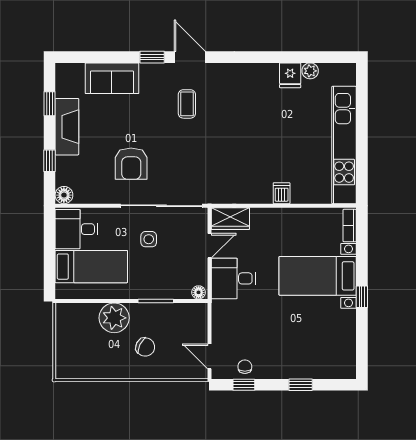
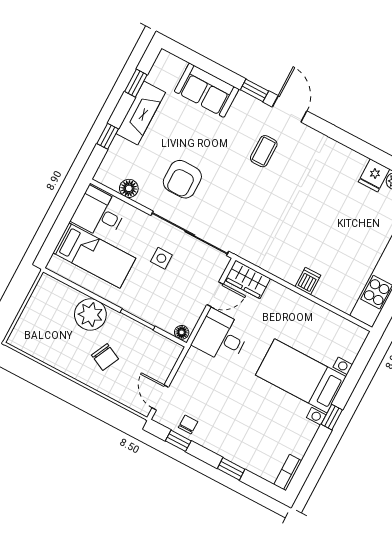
floor lamp: (64, 195) -> (129, 188), moved
bookcase: (350, 226) -> (288, 473), moved

